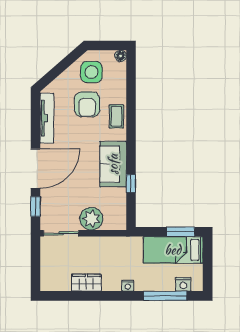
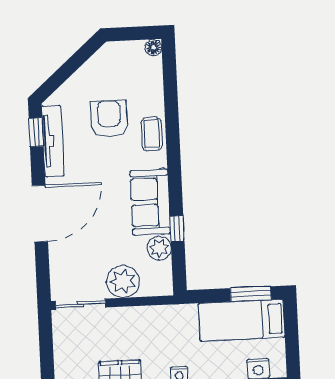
side table: (91, 72) -> (113, 72), removed
armchair: (87, 104) -> (109, 119), turned 180
plant: (118, 197) -> (159, 248), added
window: (35, 206) -> (36, 132), moved

